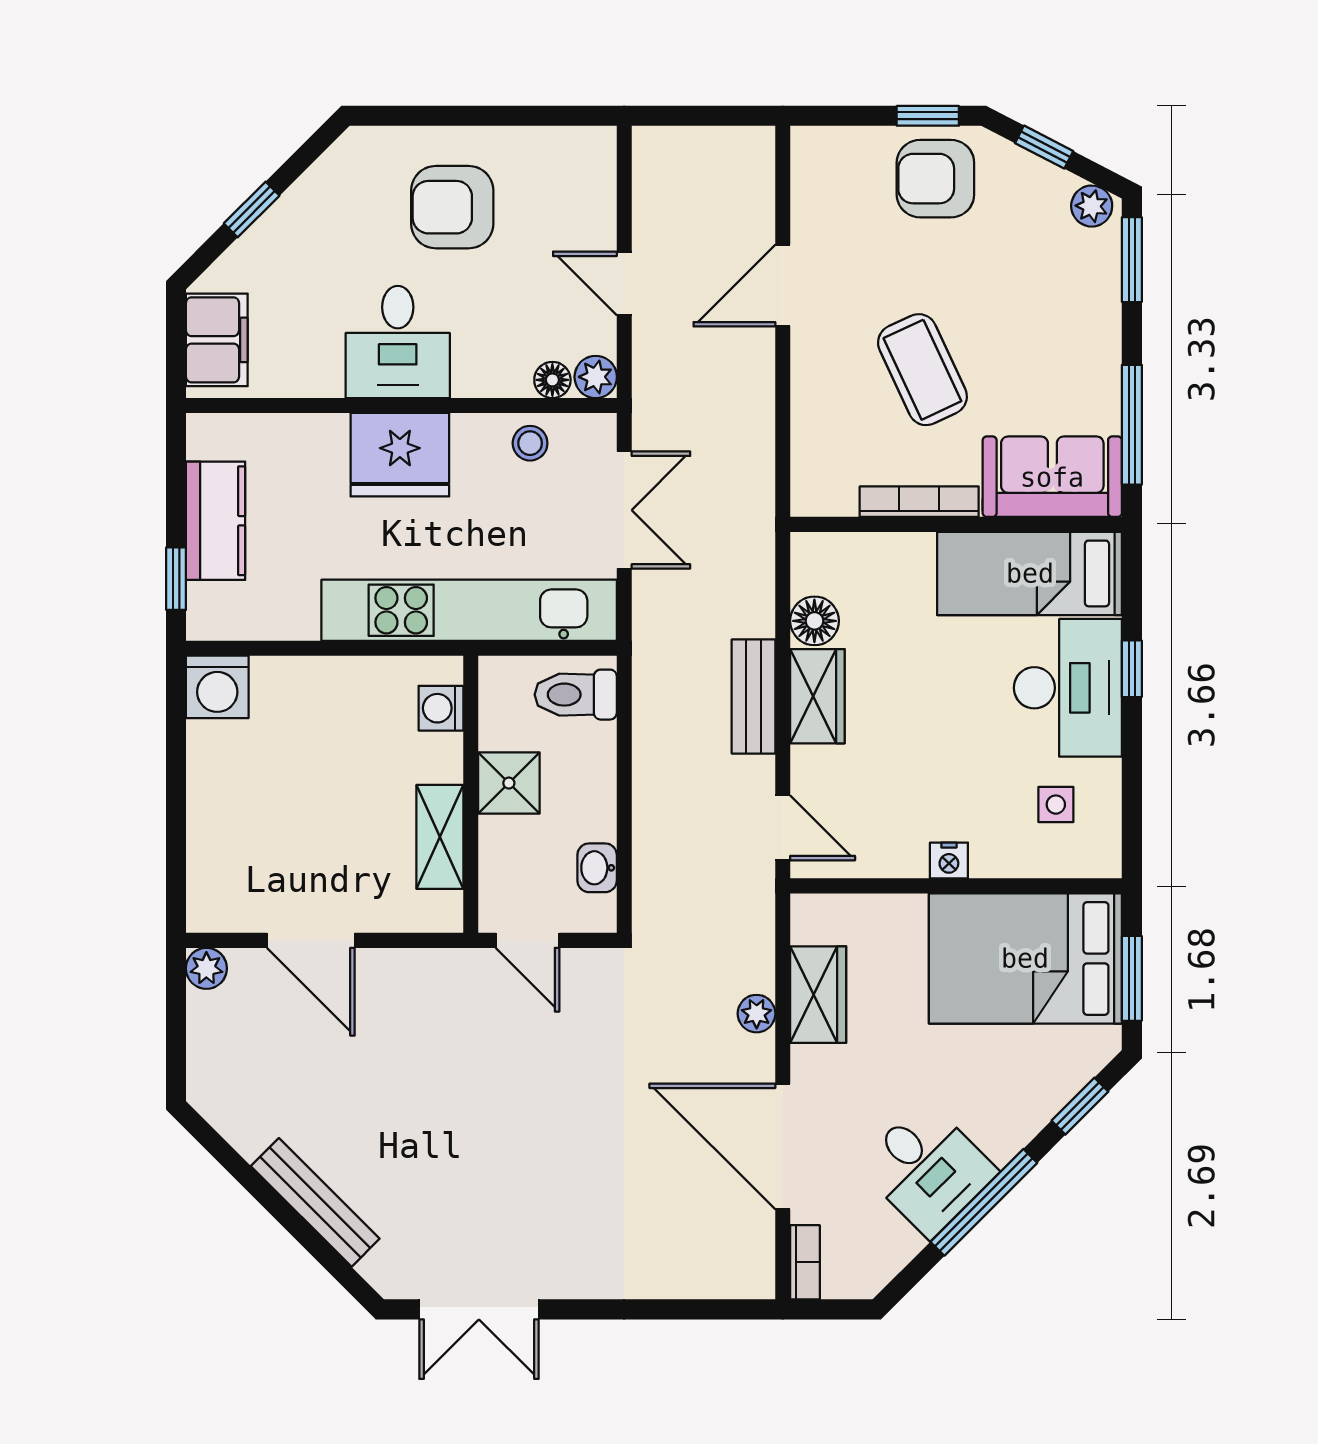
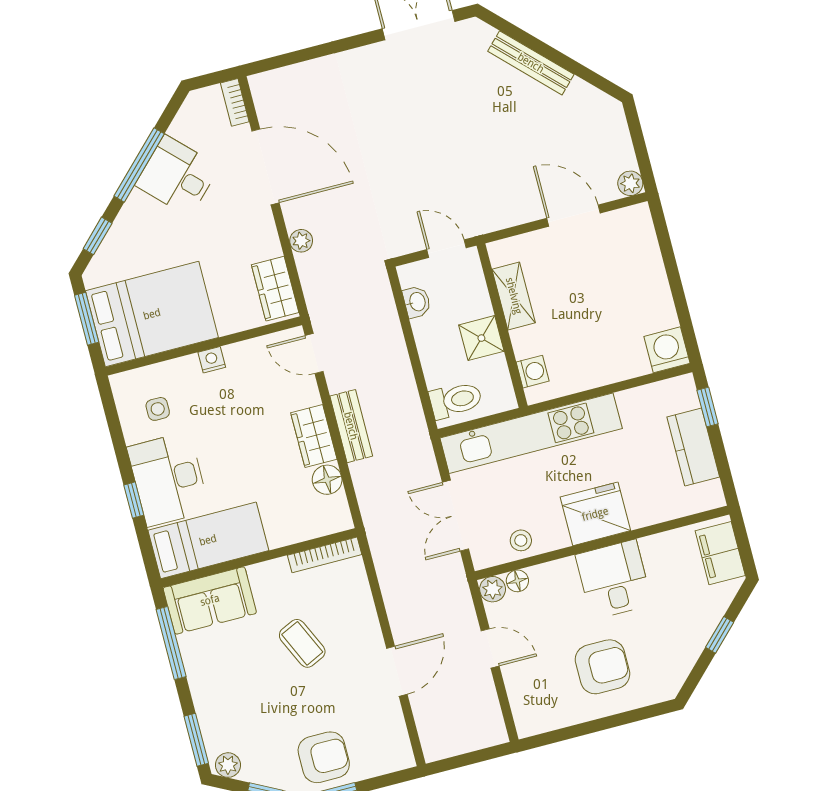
coffee table: (922, 370) -> (302, 643), width x0.73, depth x0.77
bookcase: (919, 502) -> (325, 555), moved
wardrobe: (818, 995) -> (275, 289), moved

